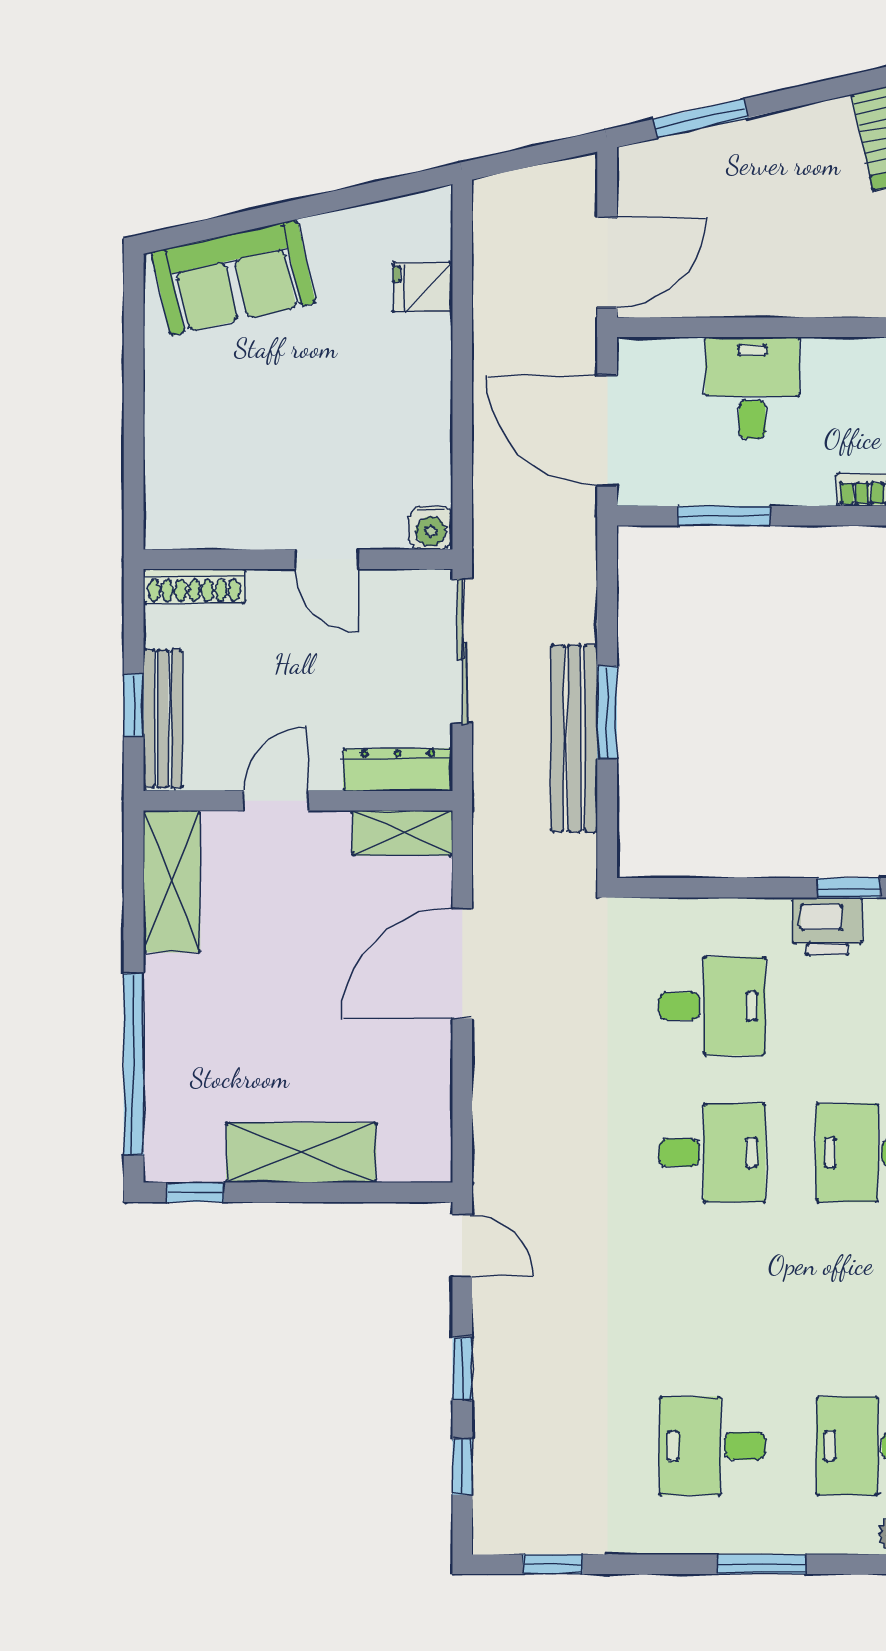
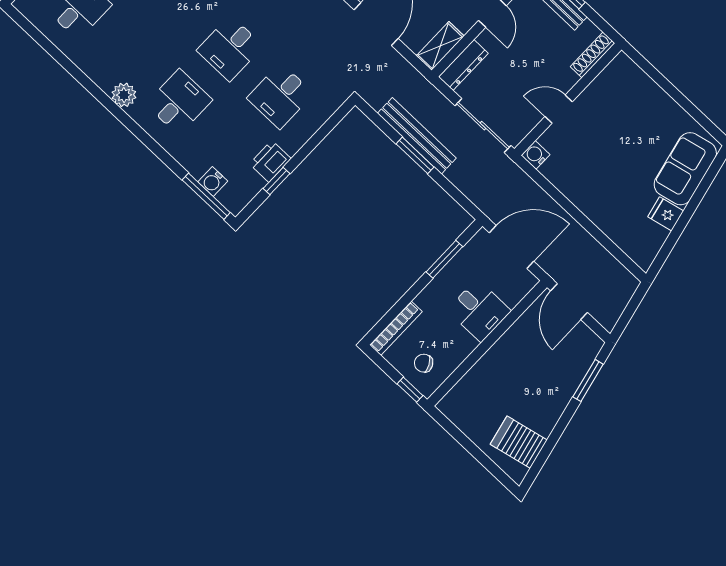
fridge: (423, 287) -> (666, 214), moved, turned -103

